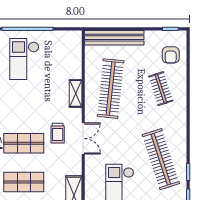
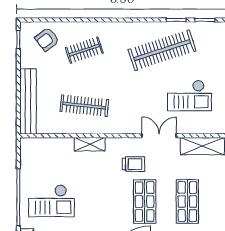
armchair: (171, 55) -> (47, 39), turned 143
clothes rail: (111, 89) -> (84, 106), width x0.73, depth x0.76
double door: (83, 139) -> (159, 136), moved

